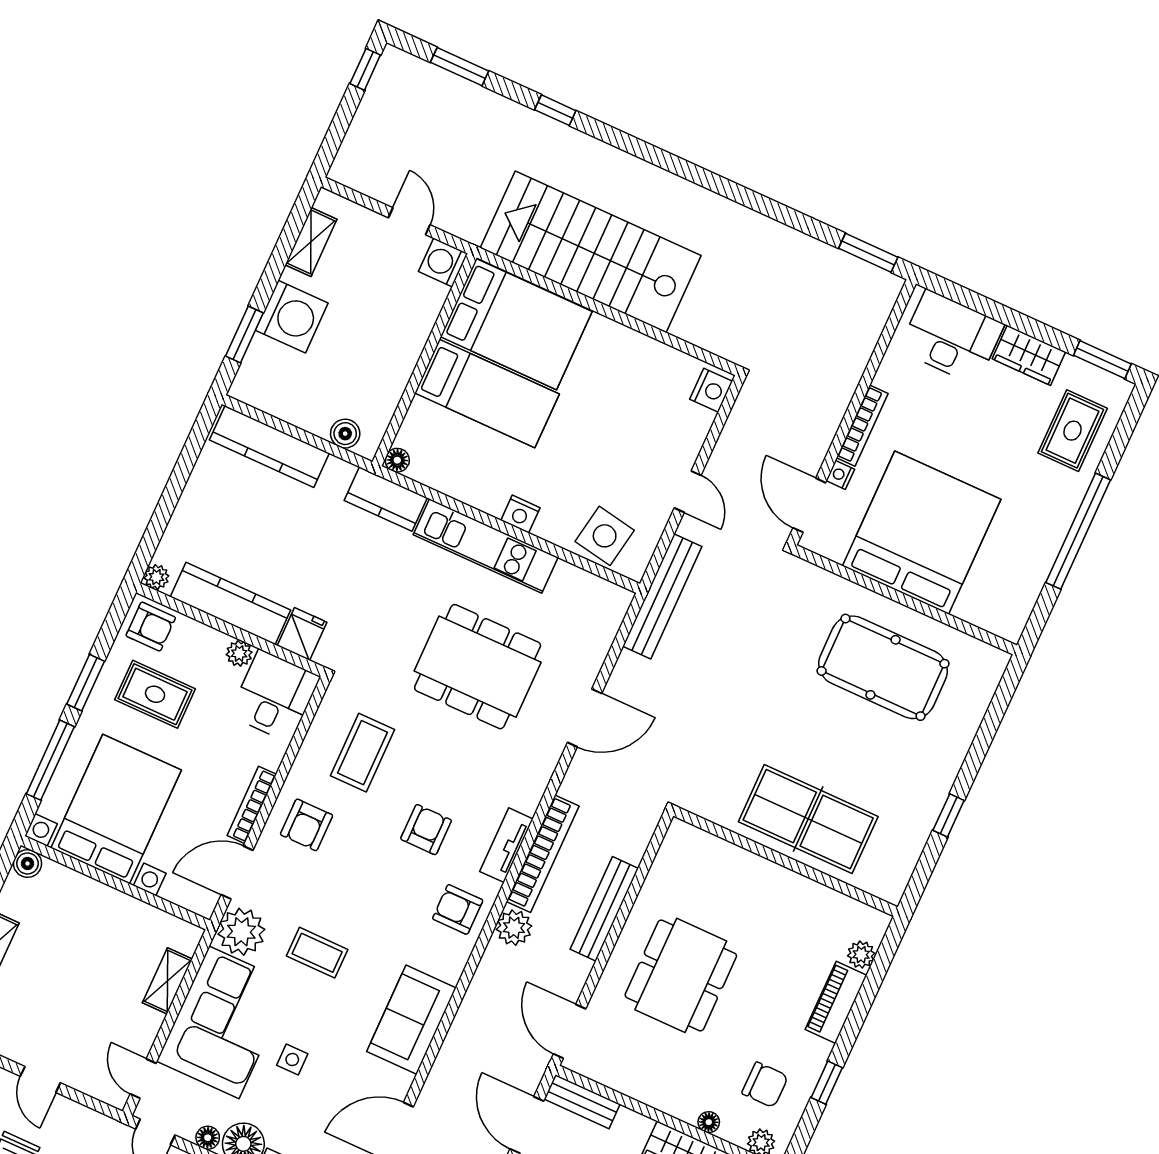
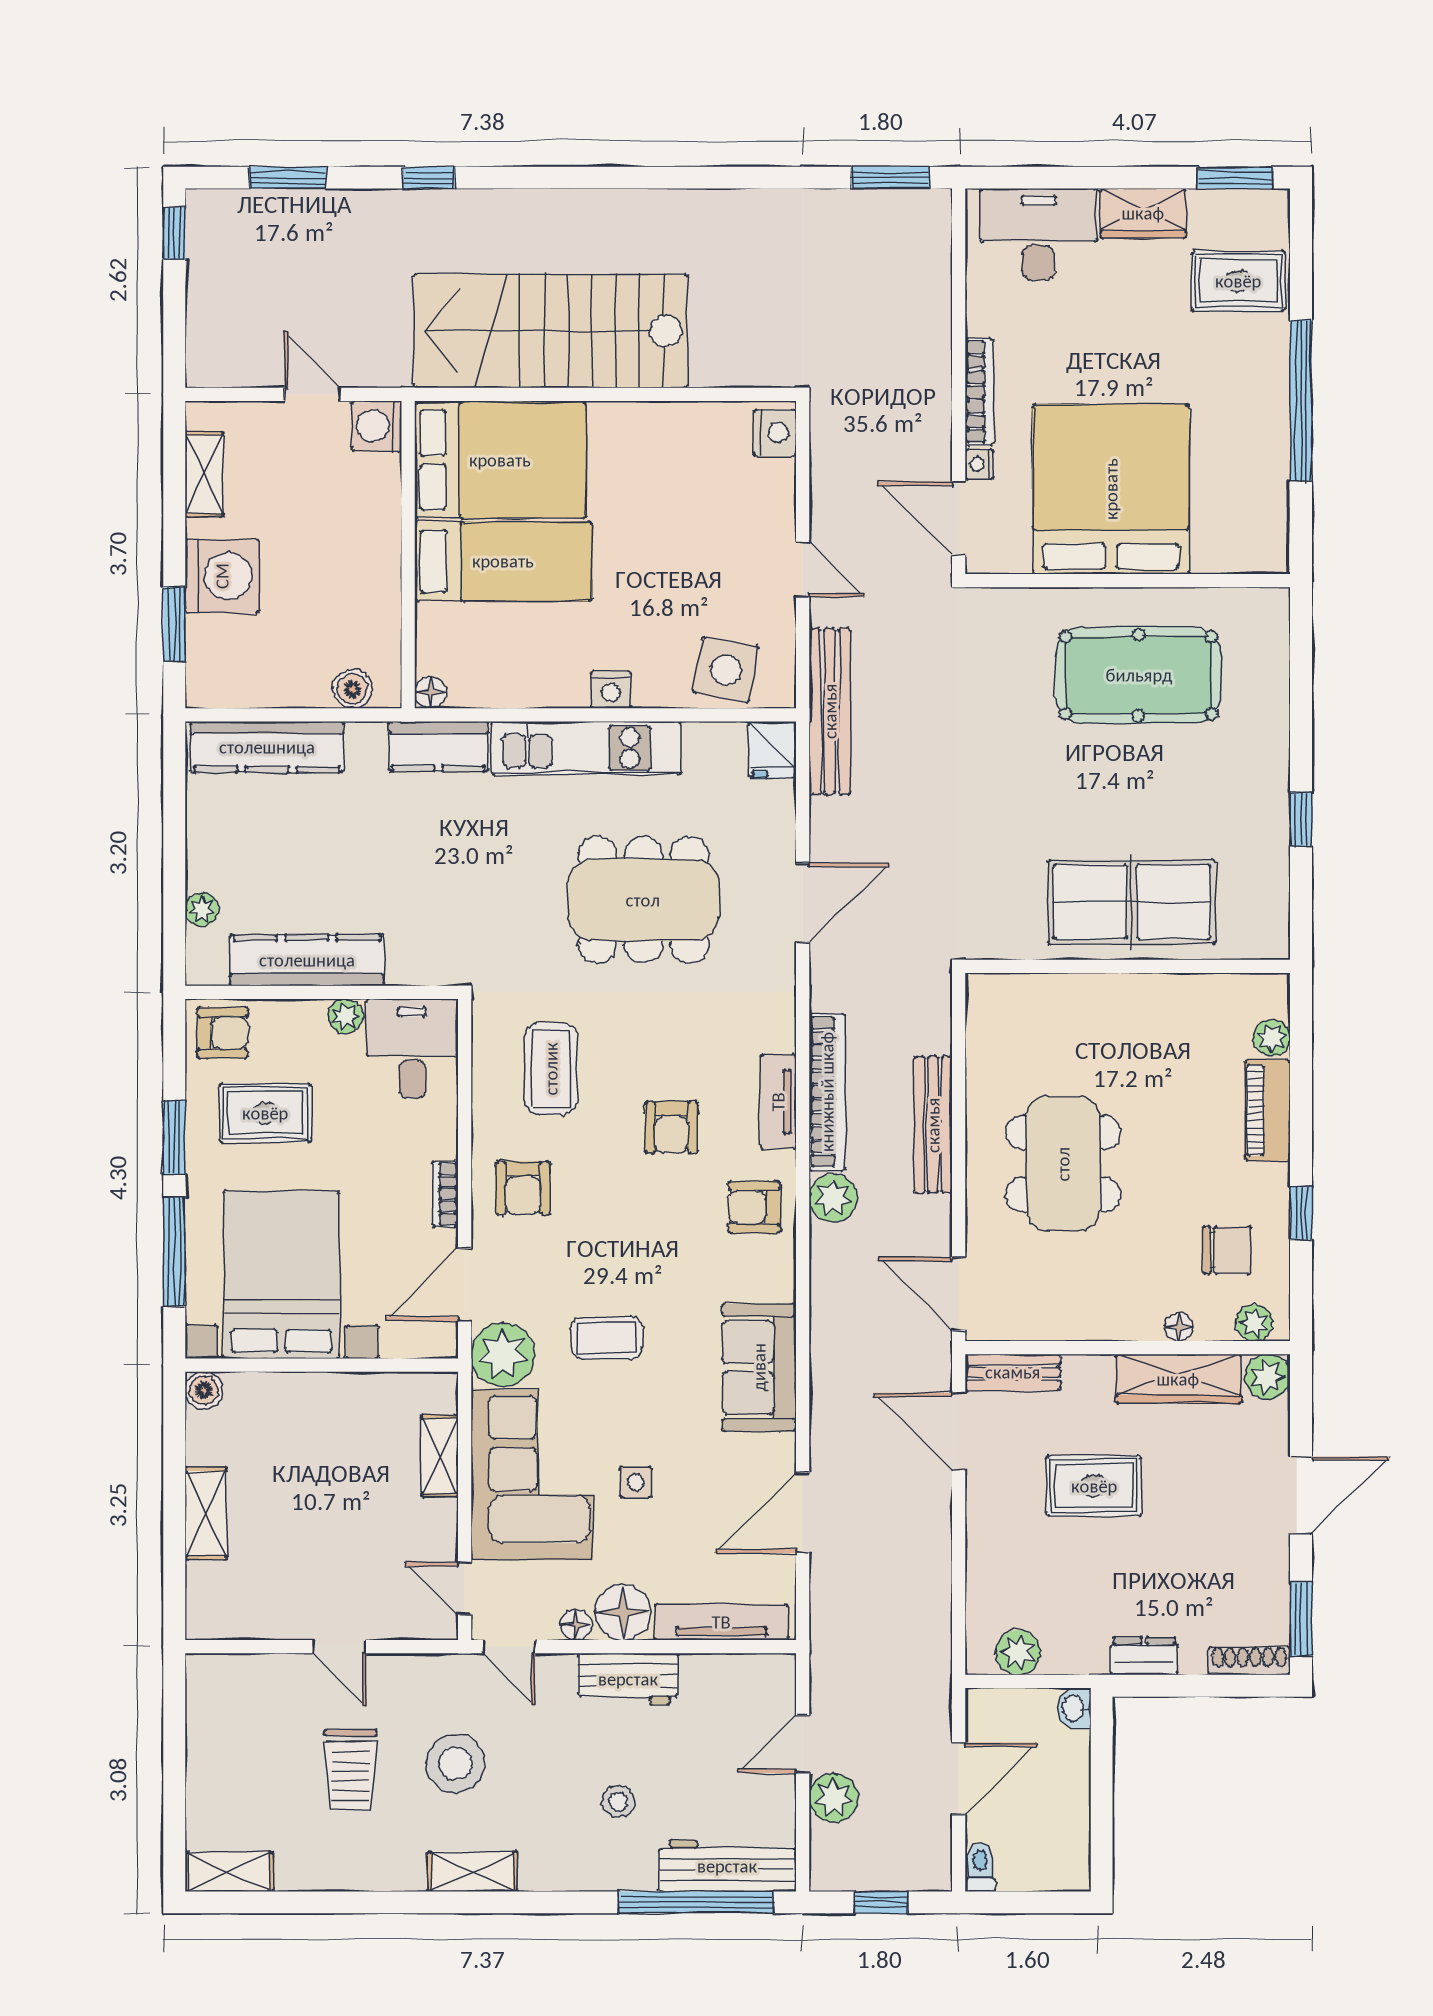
rug: (1073, 431) -> (1238, 281), turned 90
plant: (156, 577) -> (202, 909), moved
fridge: (302, 634) -> (772, 750), moved, turned 180
bookcase: (252, 805) -> (445, 1194), width x0.64
armchair: (426, 830) -> (671, 1127), turned 180

